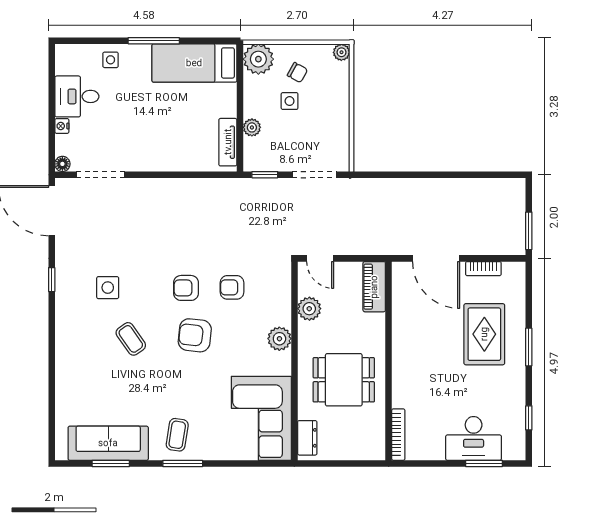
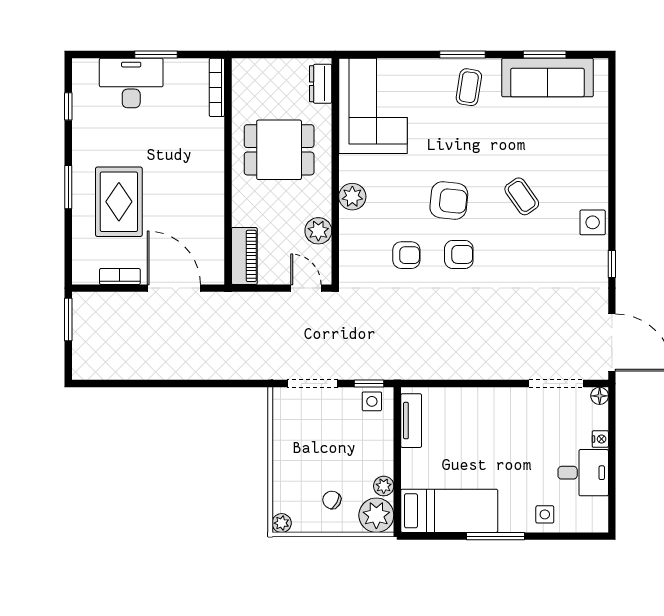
side table: (290, 101) -> (372, 401), moved
plant: (252, 127) -> (384, 486), moved
side table: (108, 288) -> (593, 222), moved
window: (484, 463) -> (156, 54), moved

